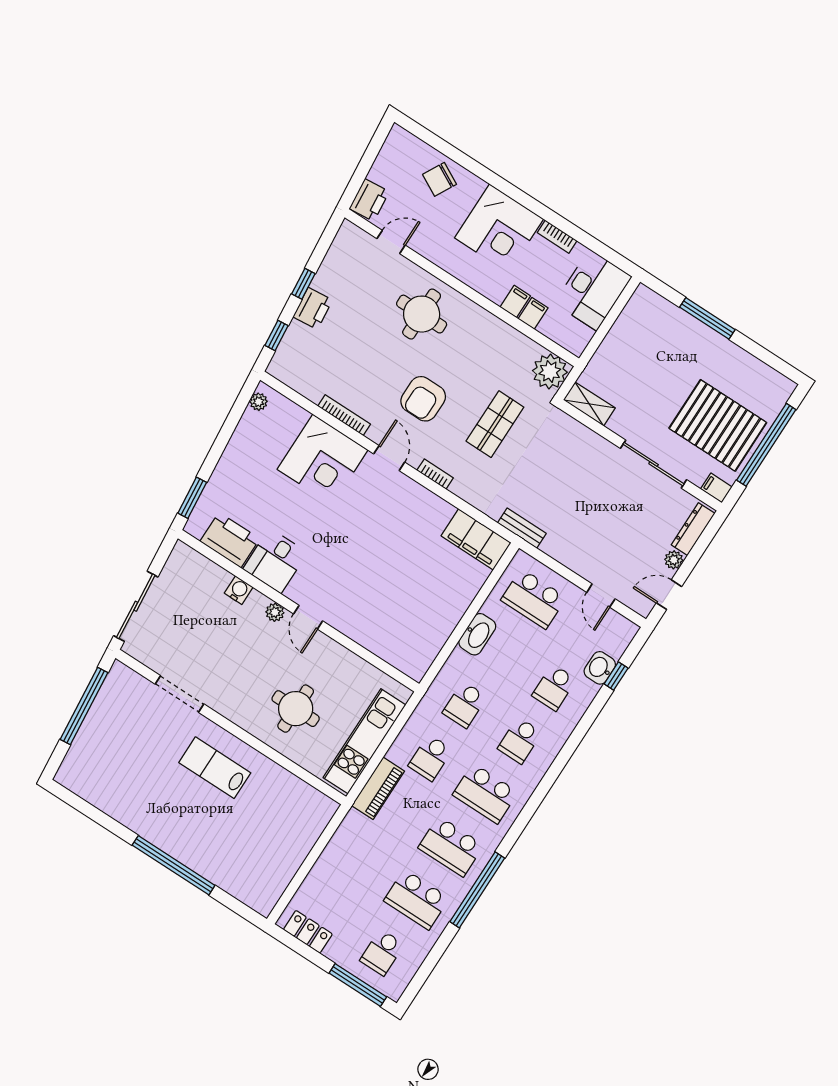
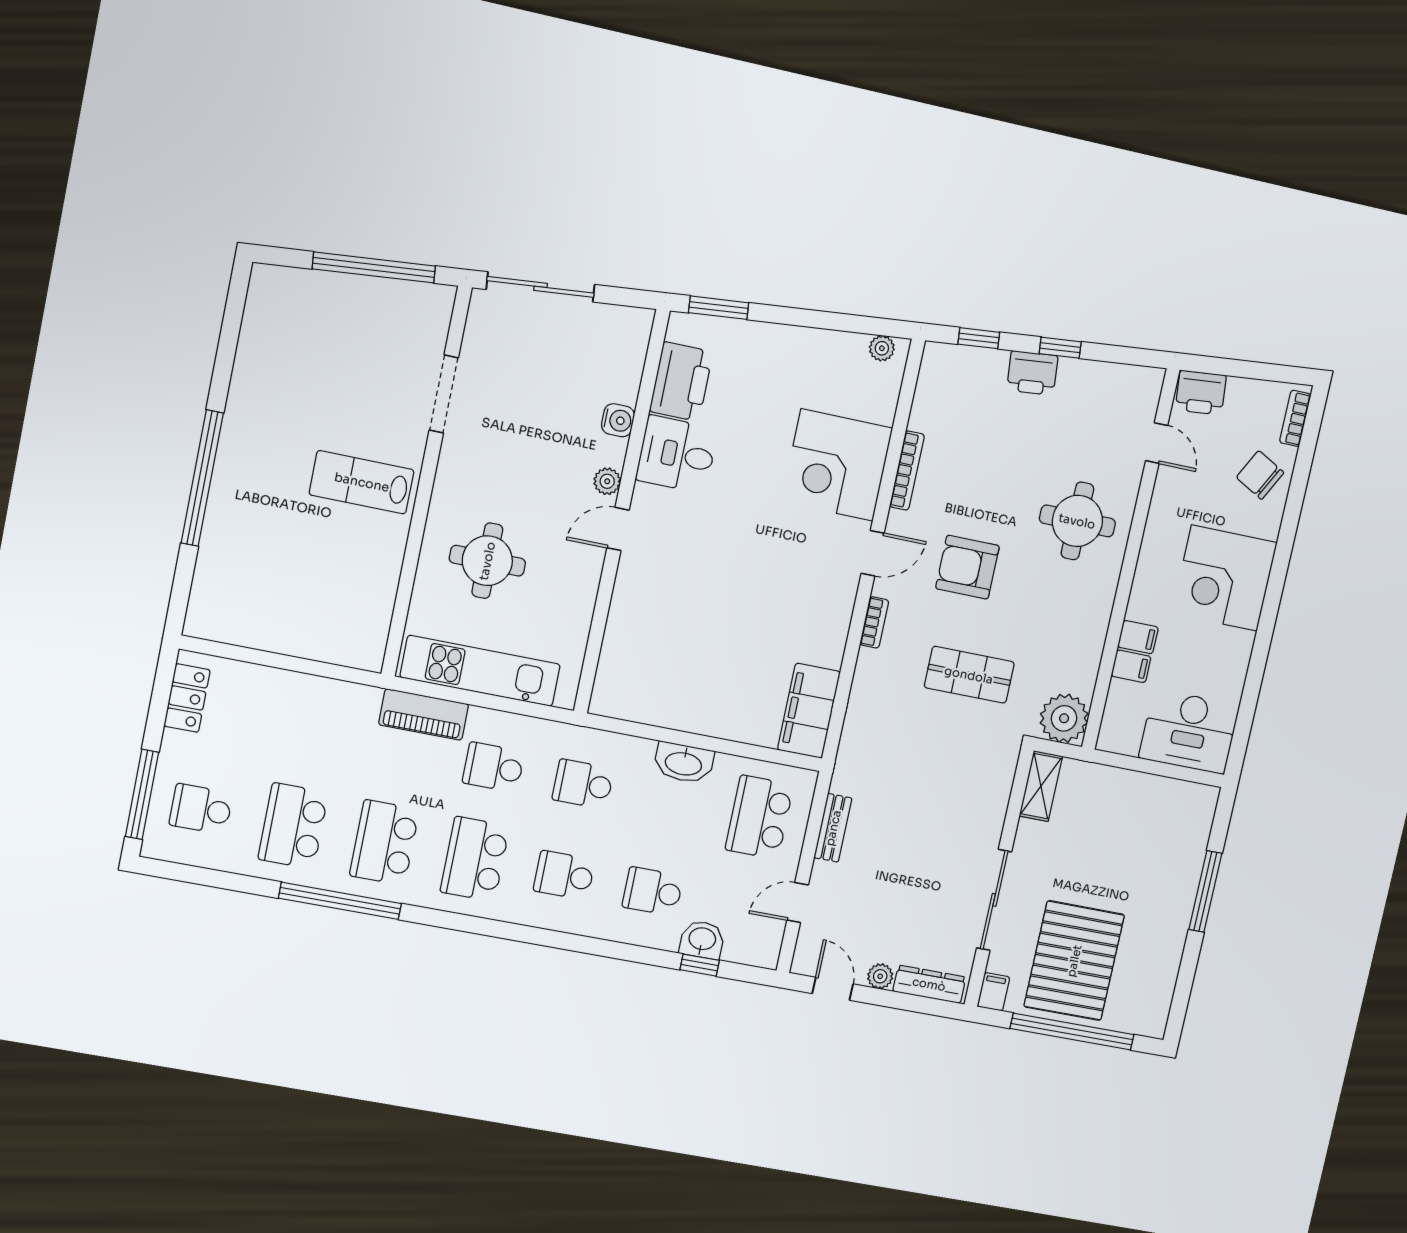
bookcase: (557, 237) -> (1295, 418), moved
bench: (522, 528) -> (833, 828), moved
lab bench: (215, 768) -> (362, 482), turned -90

